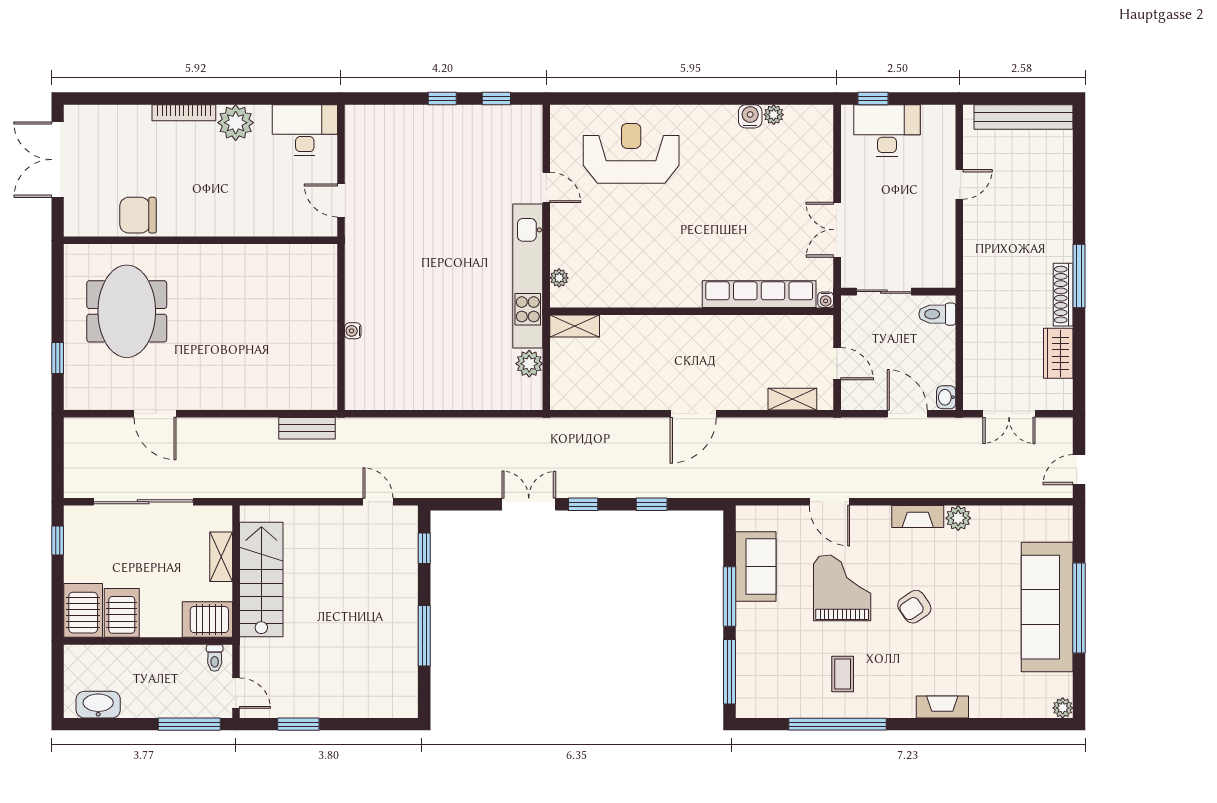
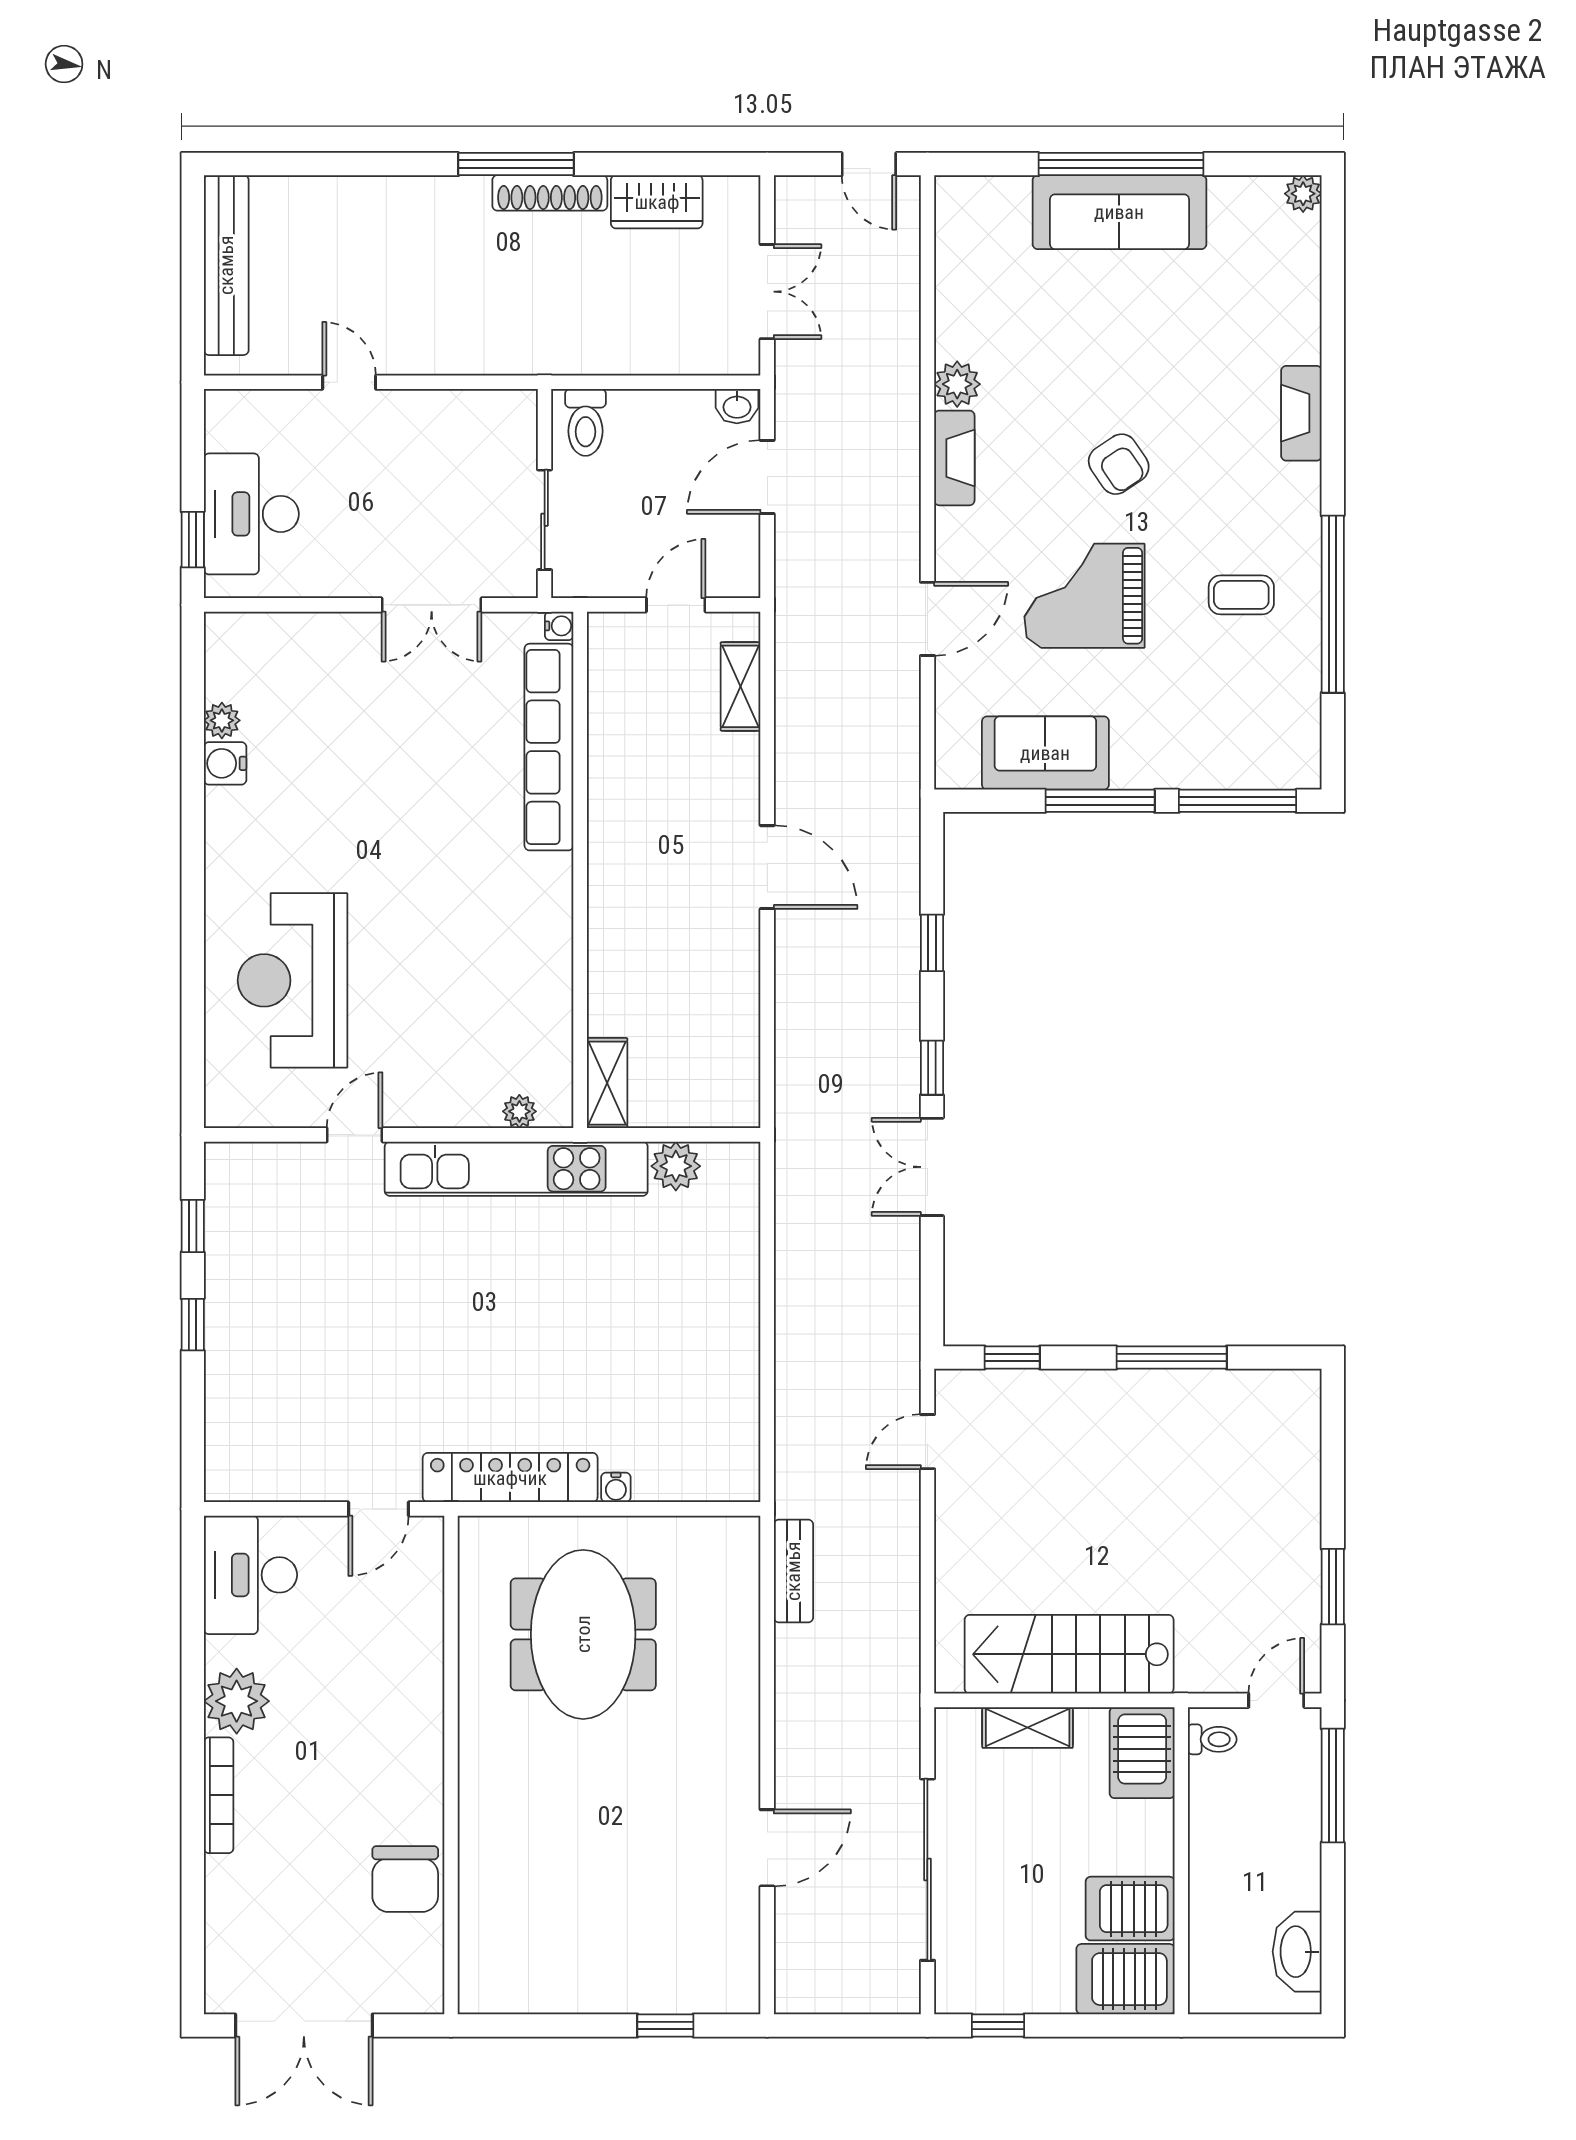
locker: (358, 273) -> (510, 1478), added
meeting table: (127, 311) -> (583, 1634), moved, turned 90
sofa: (1047, 607) -> (1119, 212), width x0.74, depth x0.79

